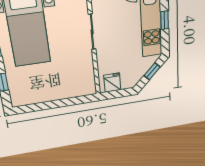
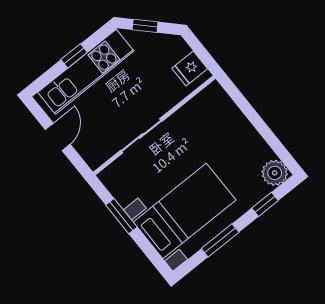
plant: (19, 98) -> (275, 173), added

